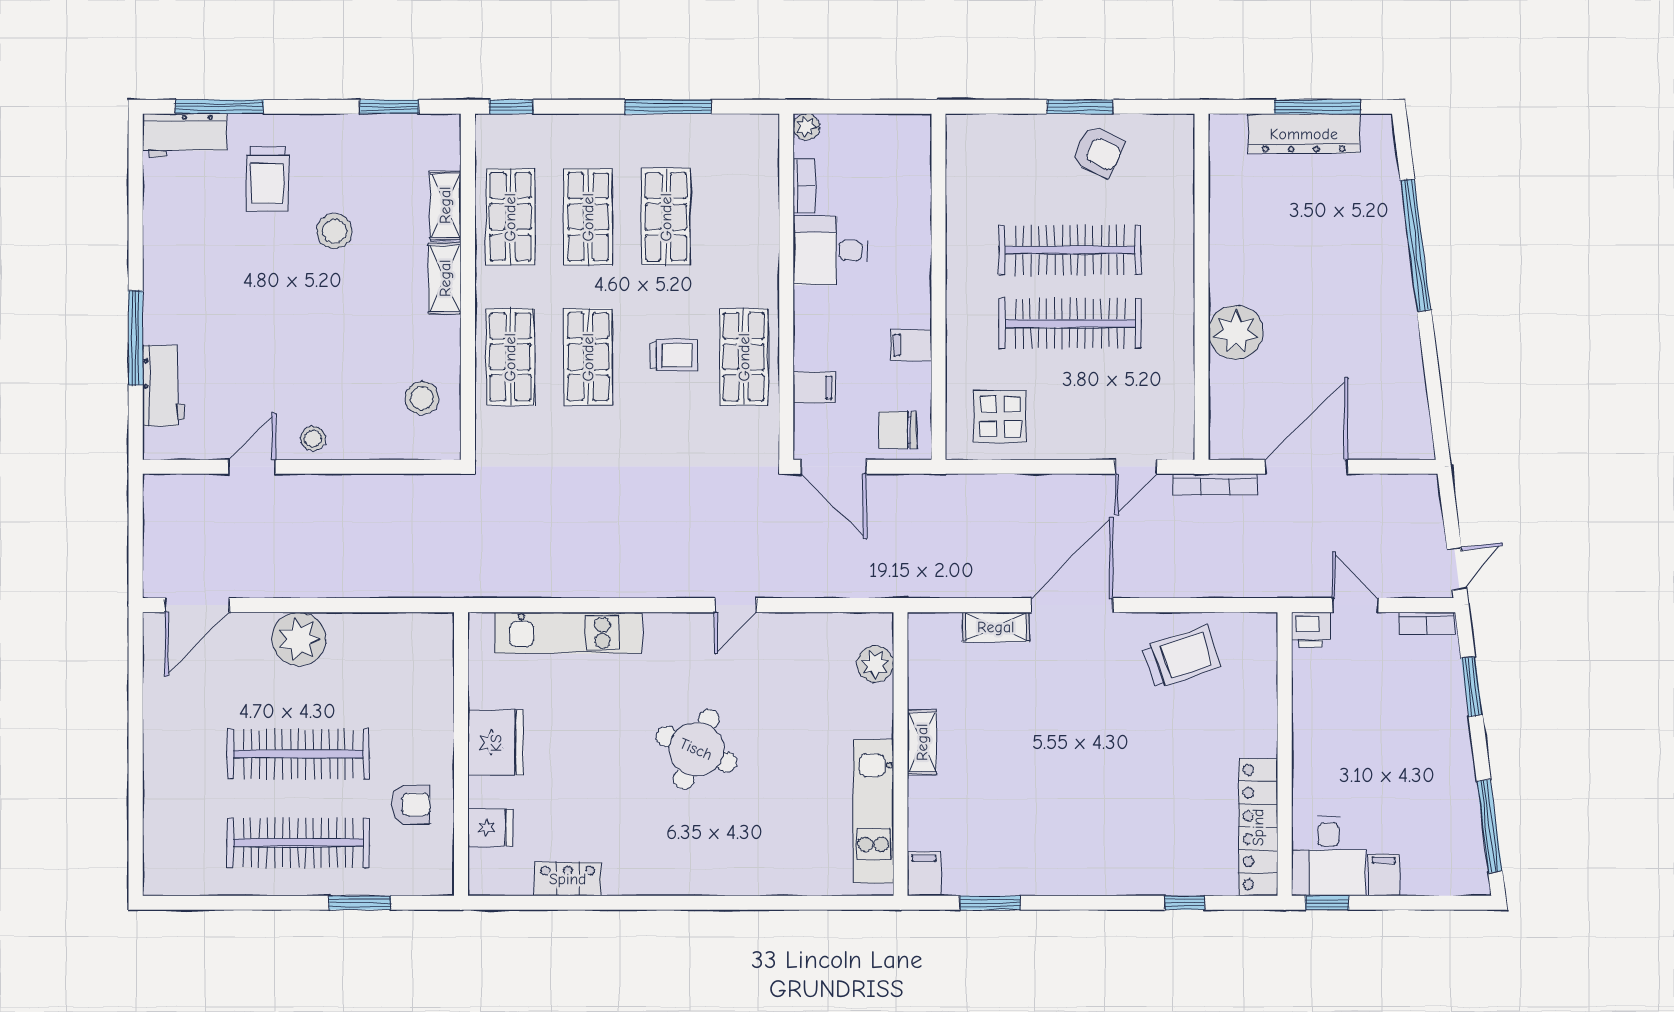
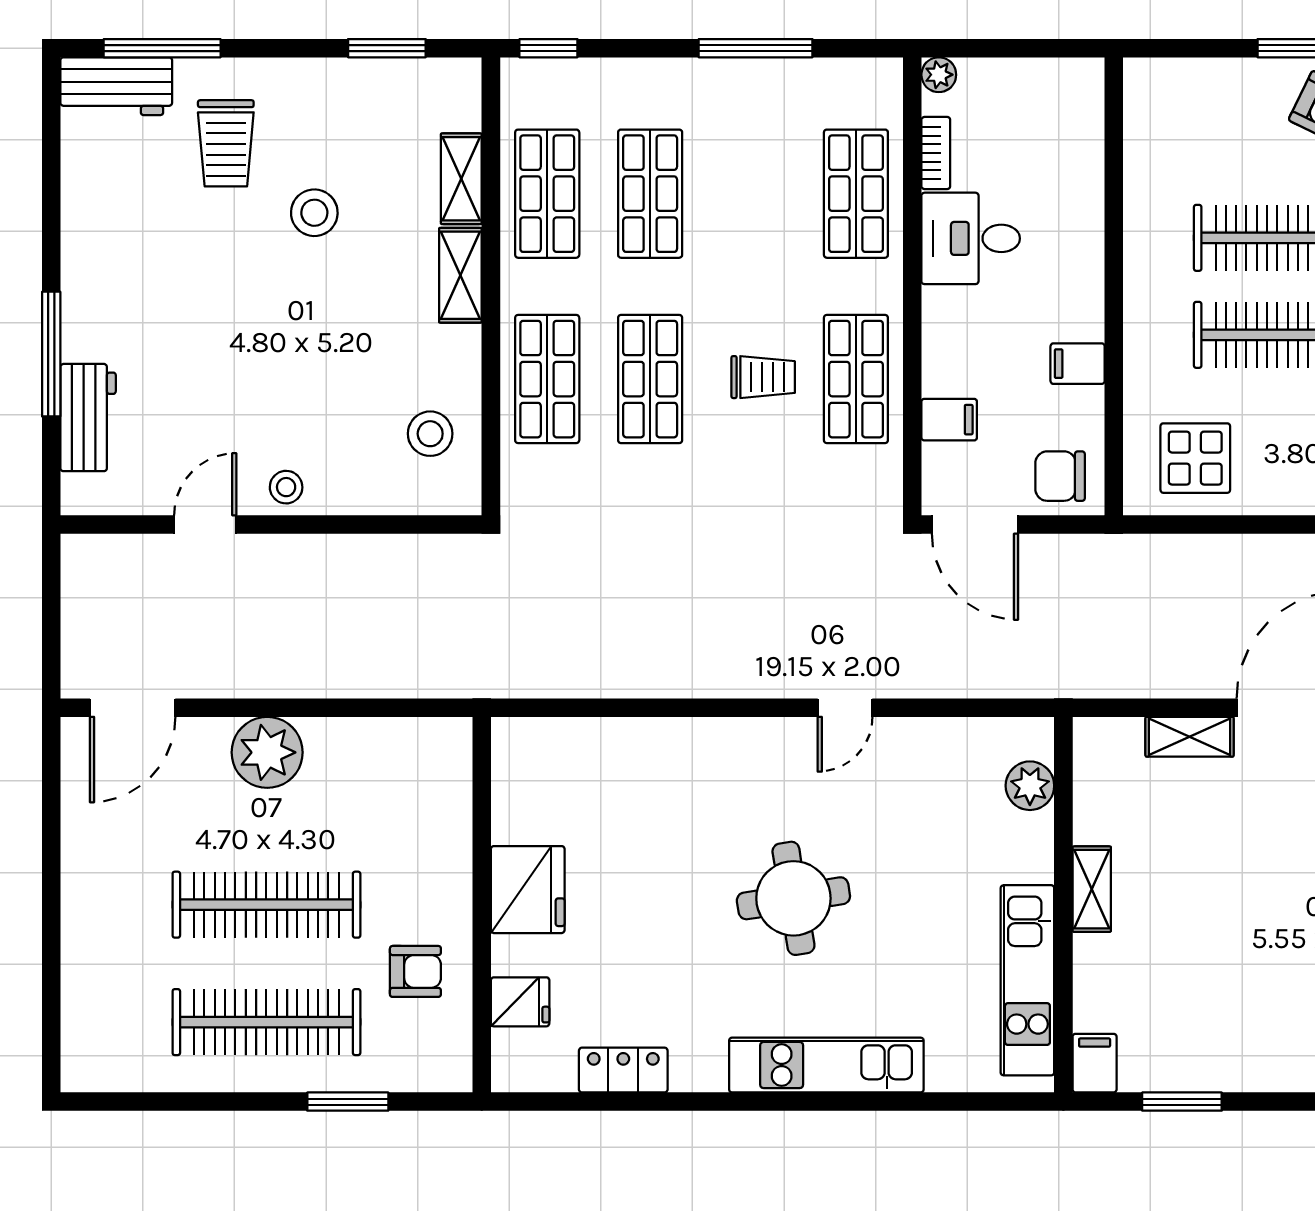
shop shelf: (666, 217) -> (856, 194), moved
kitchen unit: (568, 633) -> (826, 1065), moved, turned 180
round table: (696, 749) -> (793, 898), turned -32

